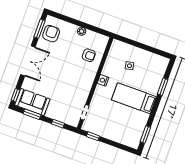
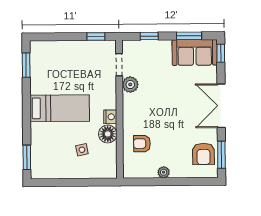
floor lamp: (109, 70) -> (108, 134), added
window: (163, 87) -> (27, 157), moved
plant: (82, 97) -> (130, 85), added

